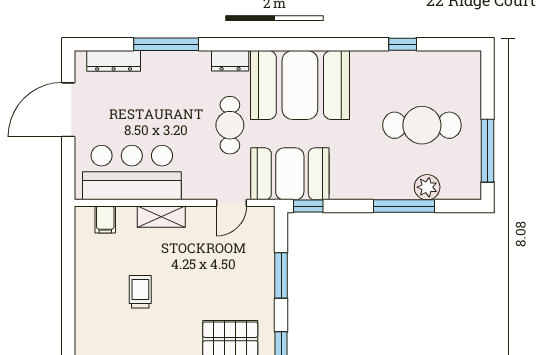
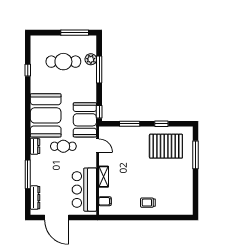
cafe table: (422, 125) -> (63, 62), turned 90
trolley: (140, 292) -> (148, 203), moved

